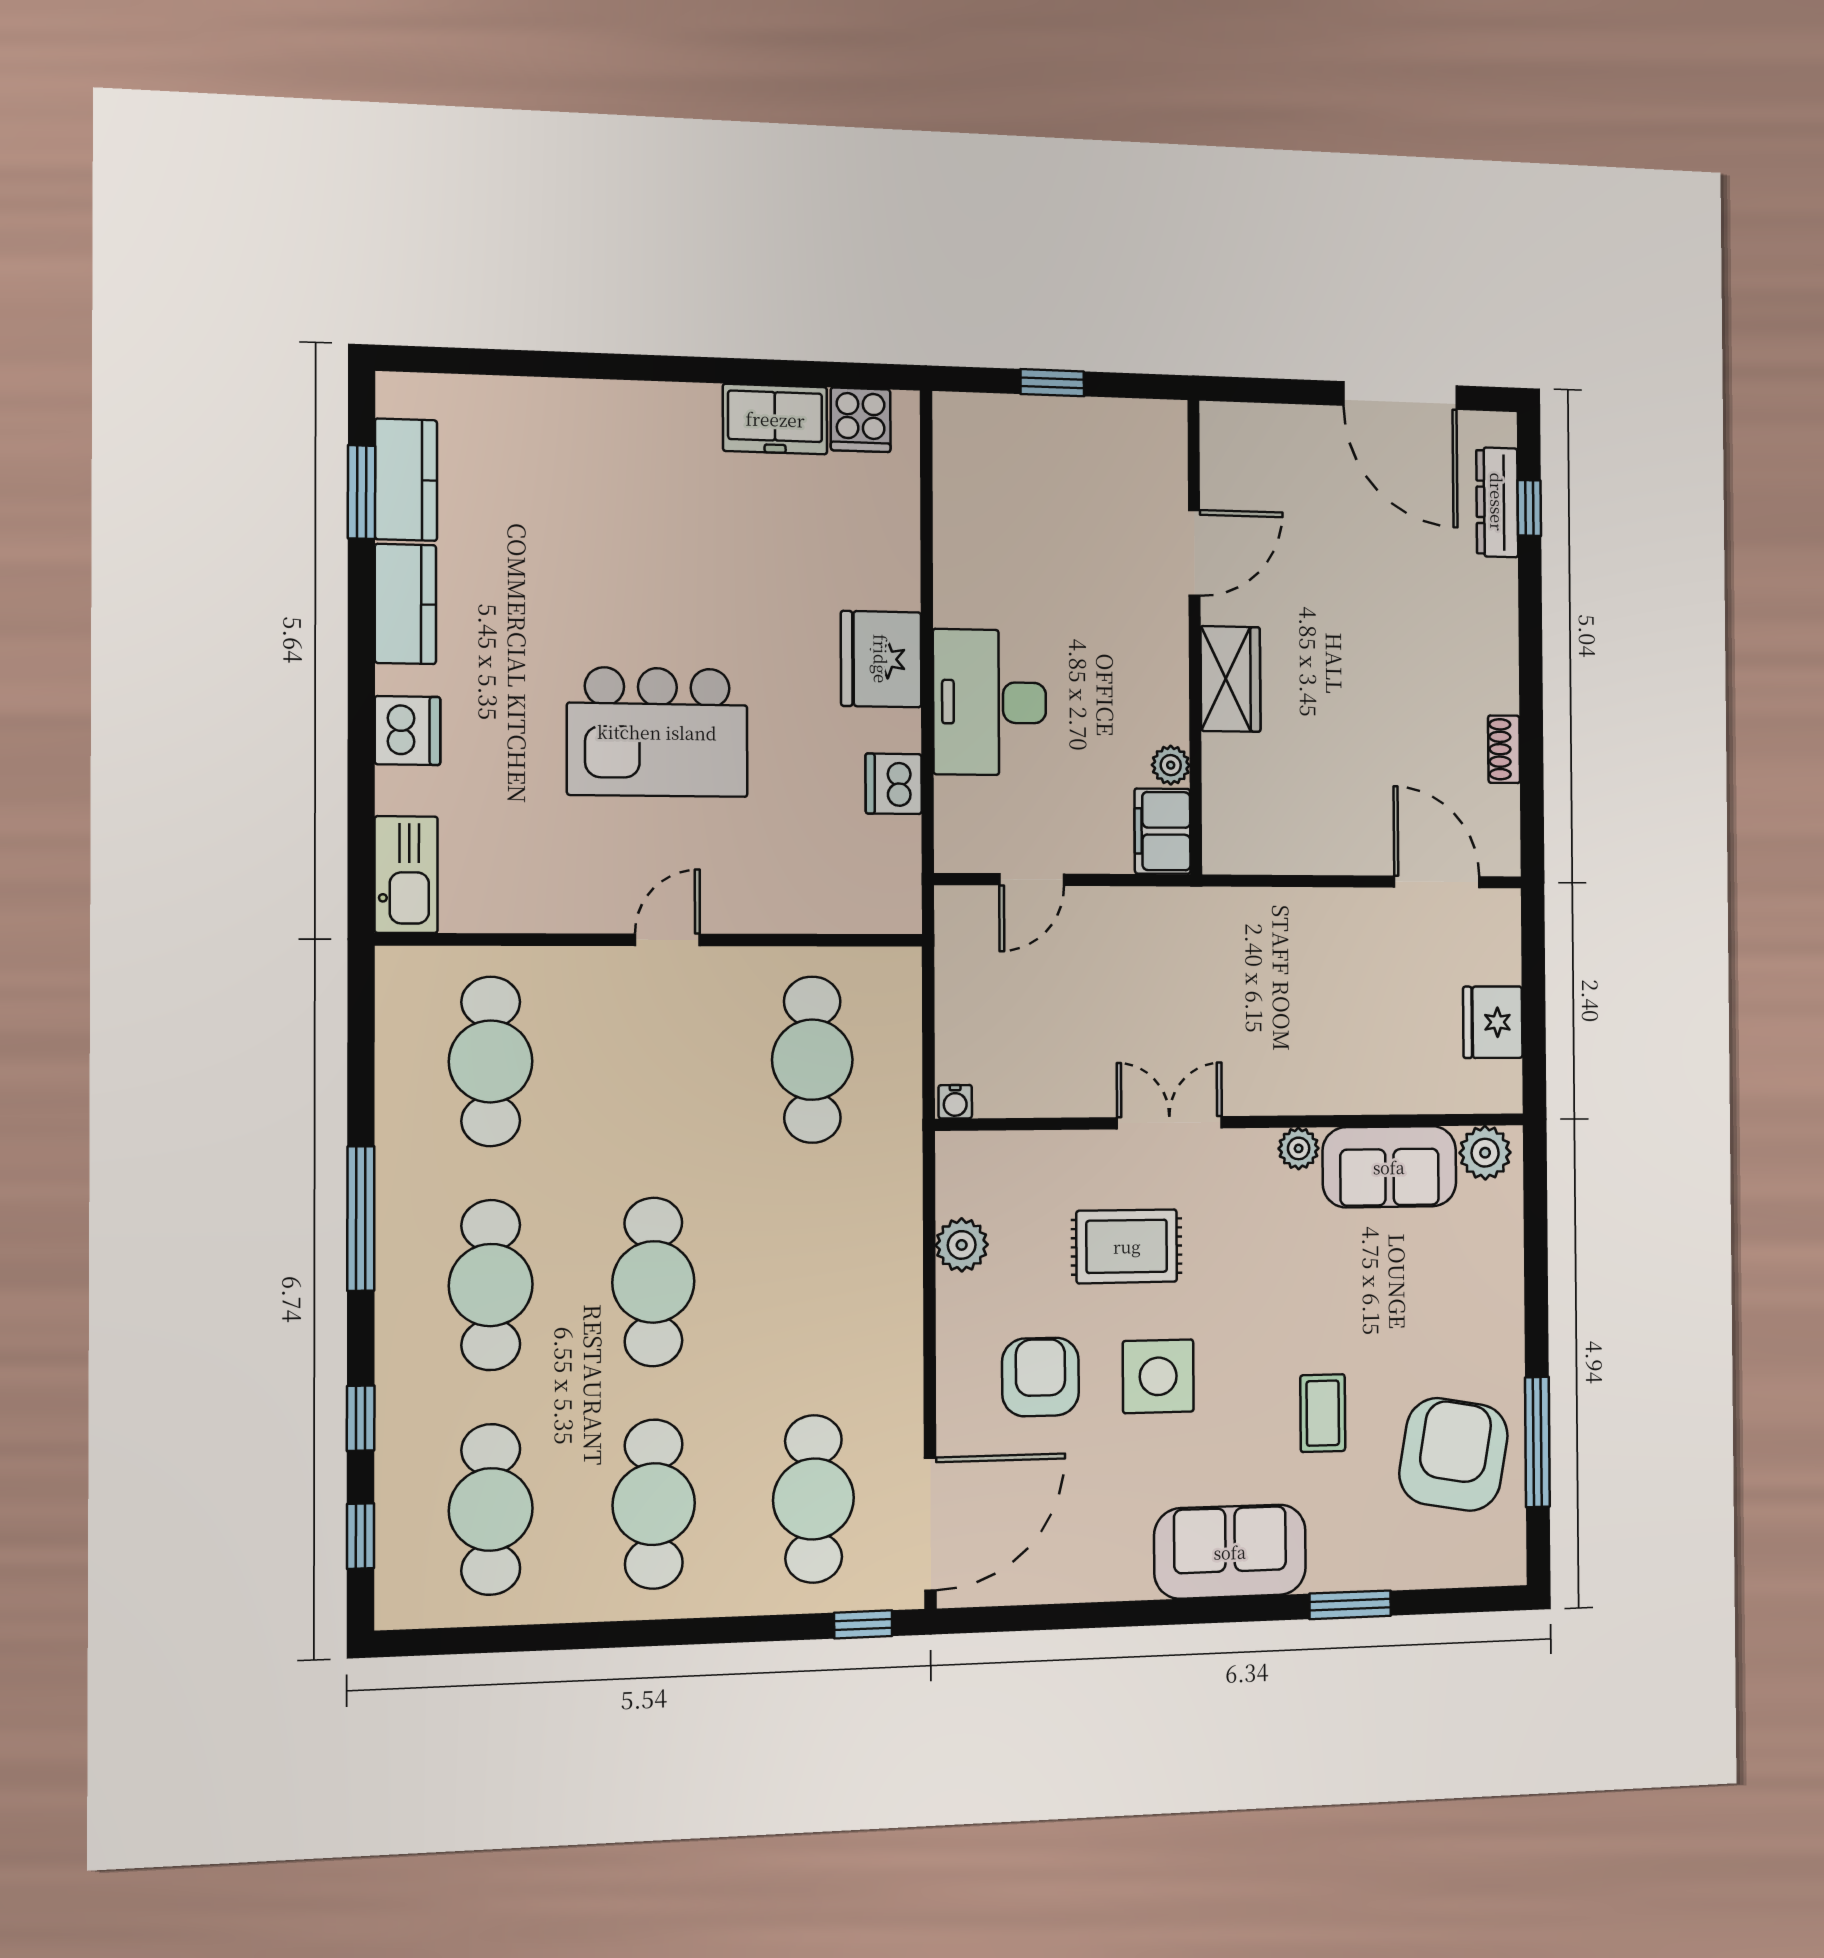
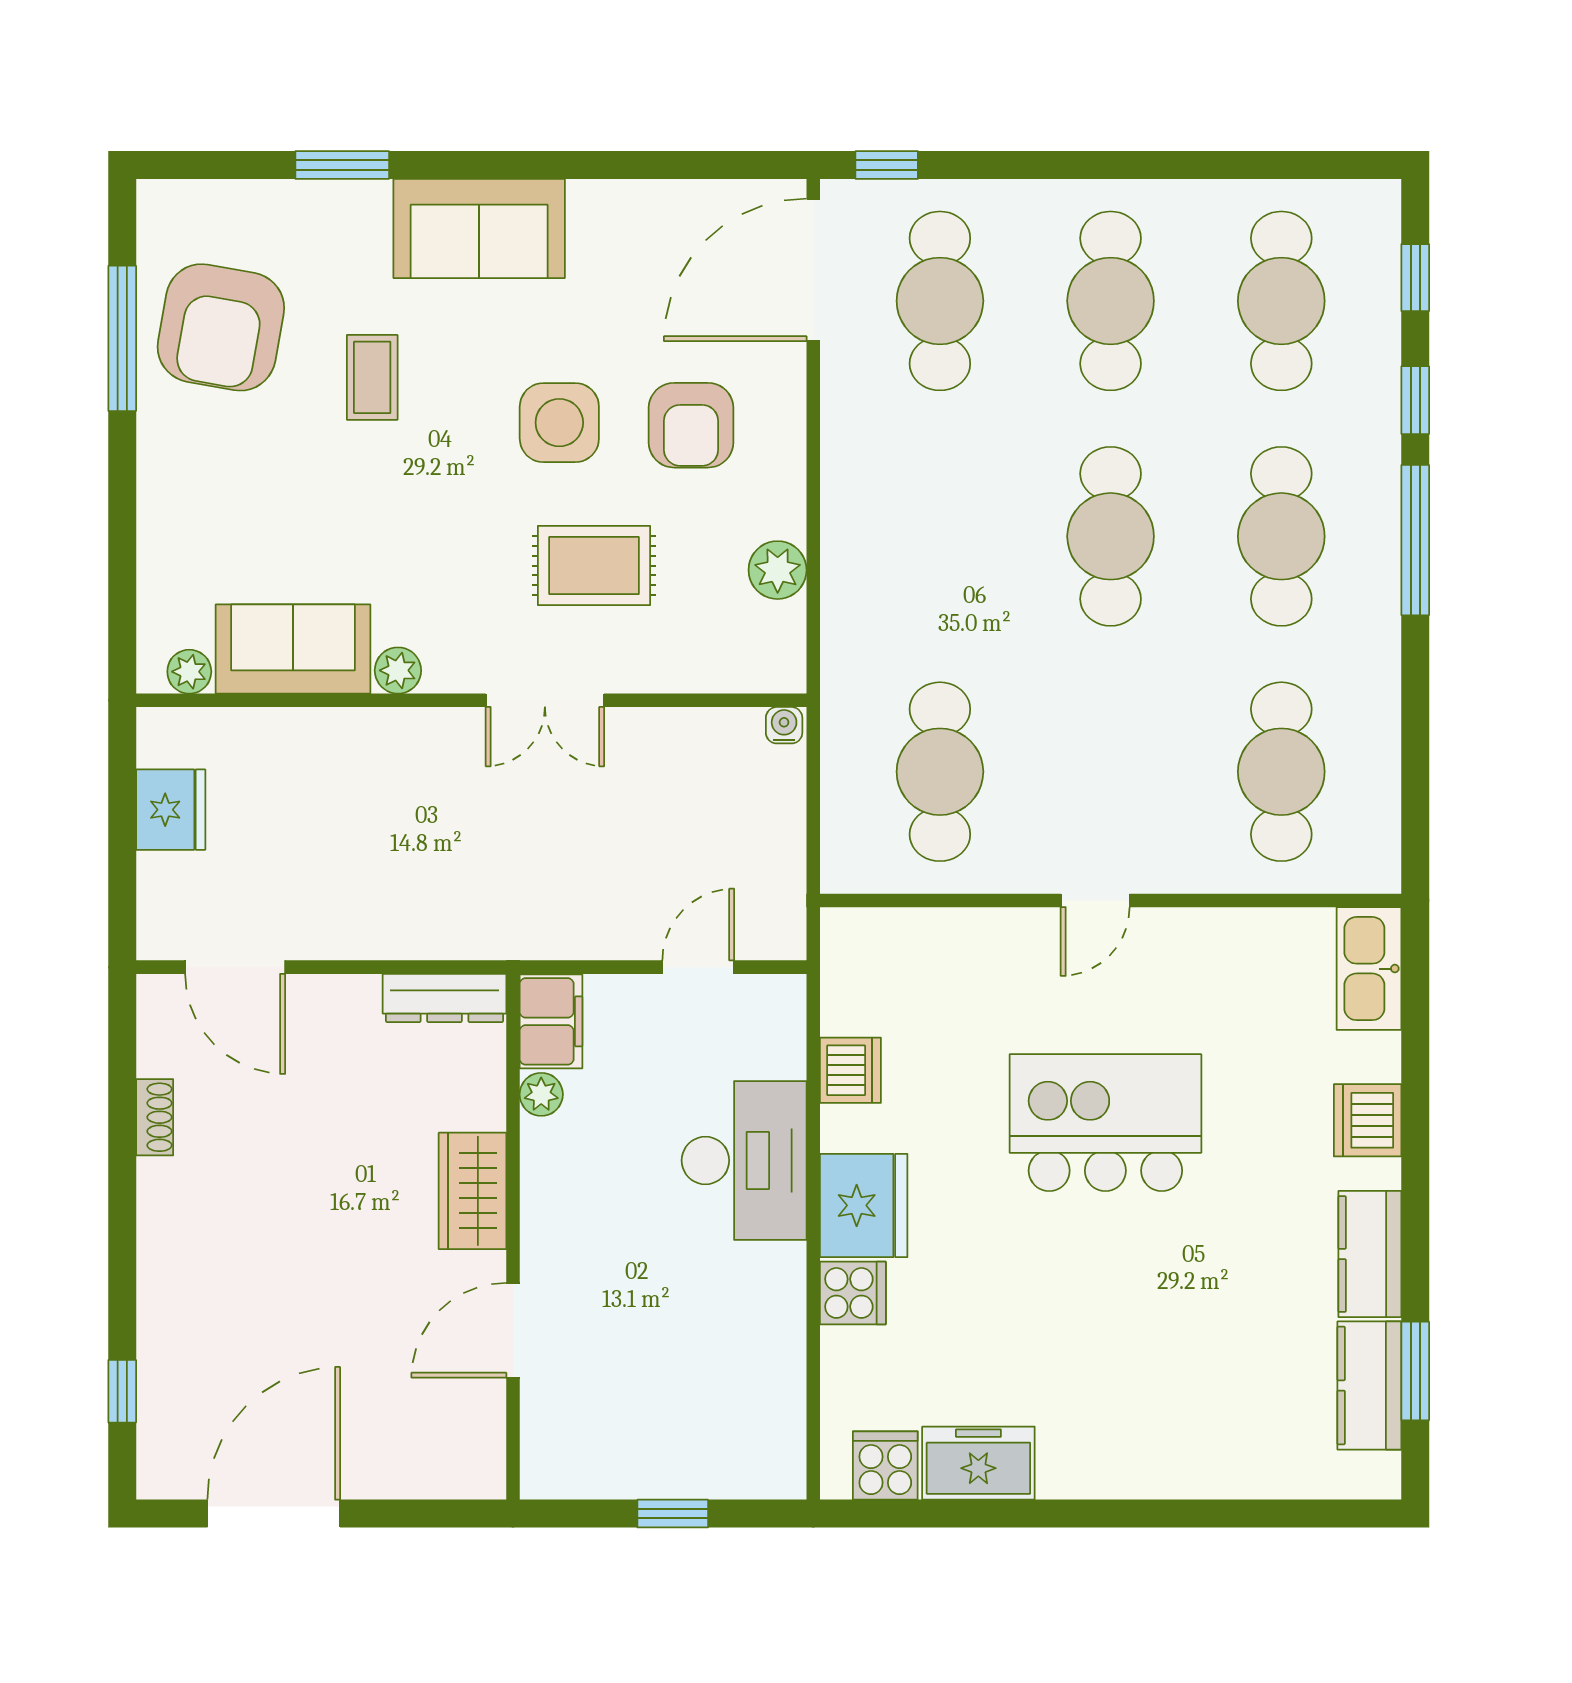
door: (1400, 396) -> (274, 1514), hinge flipped
dresser: (1497, 502) -> (444, 998), moved, turned 90
cooker: (891, 579) -> (853, 1293), added
plant: (1485, 1153) -> (189, 672), width x0.73, depth x0.73
window: (361, 1219) -> (1415, 540), moved

